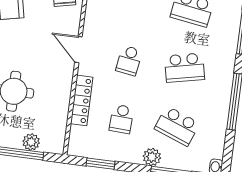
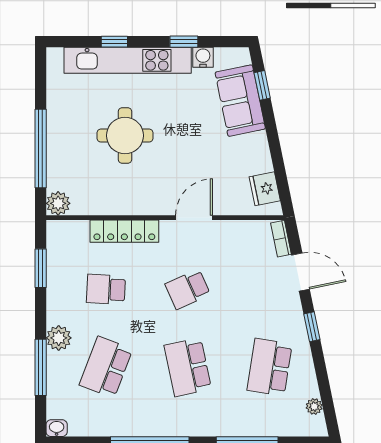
school desk: (129, 61) -> (188, 289), turned -33
plant: (31, 142) -> (58, 203), moved

